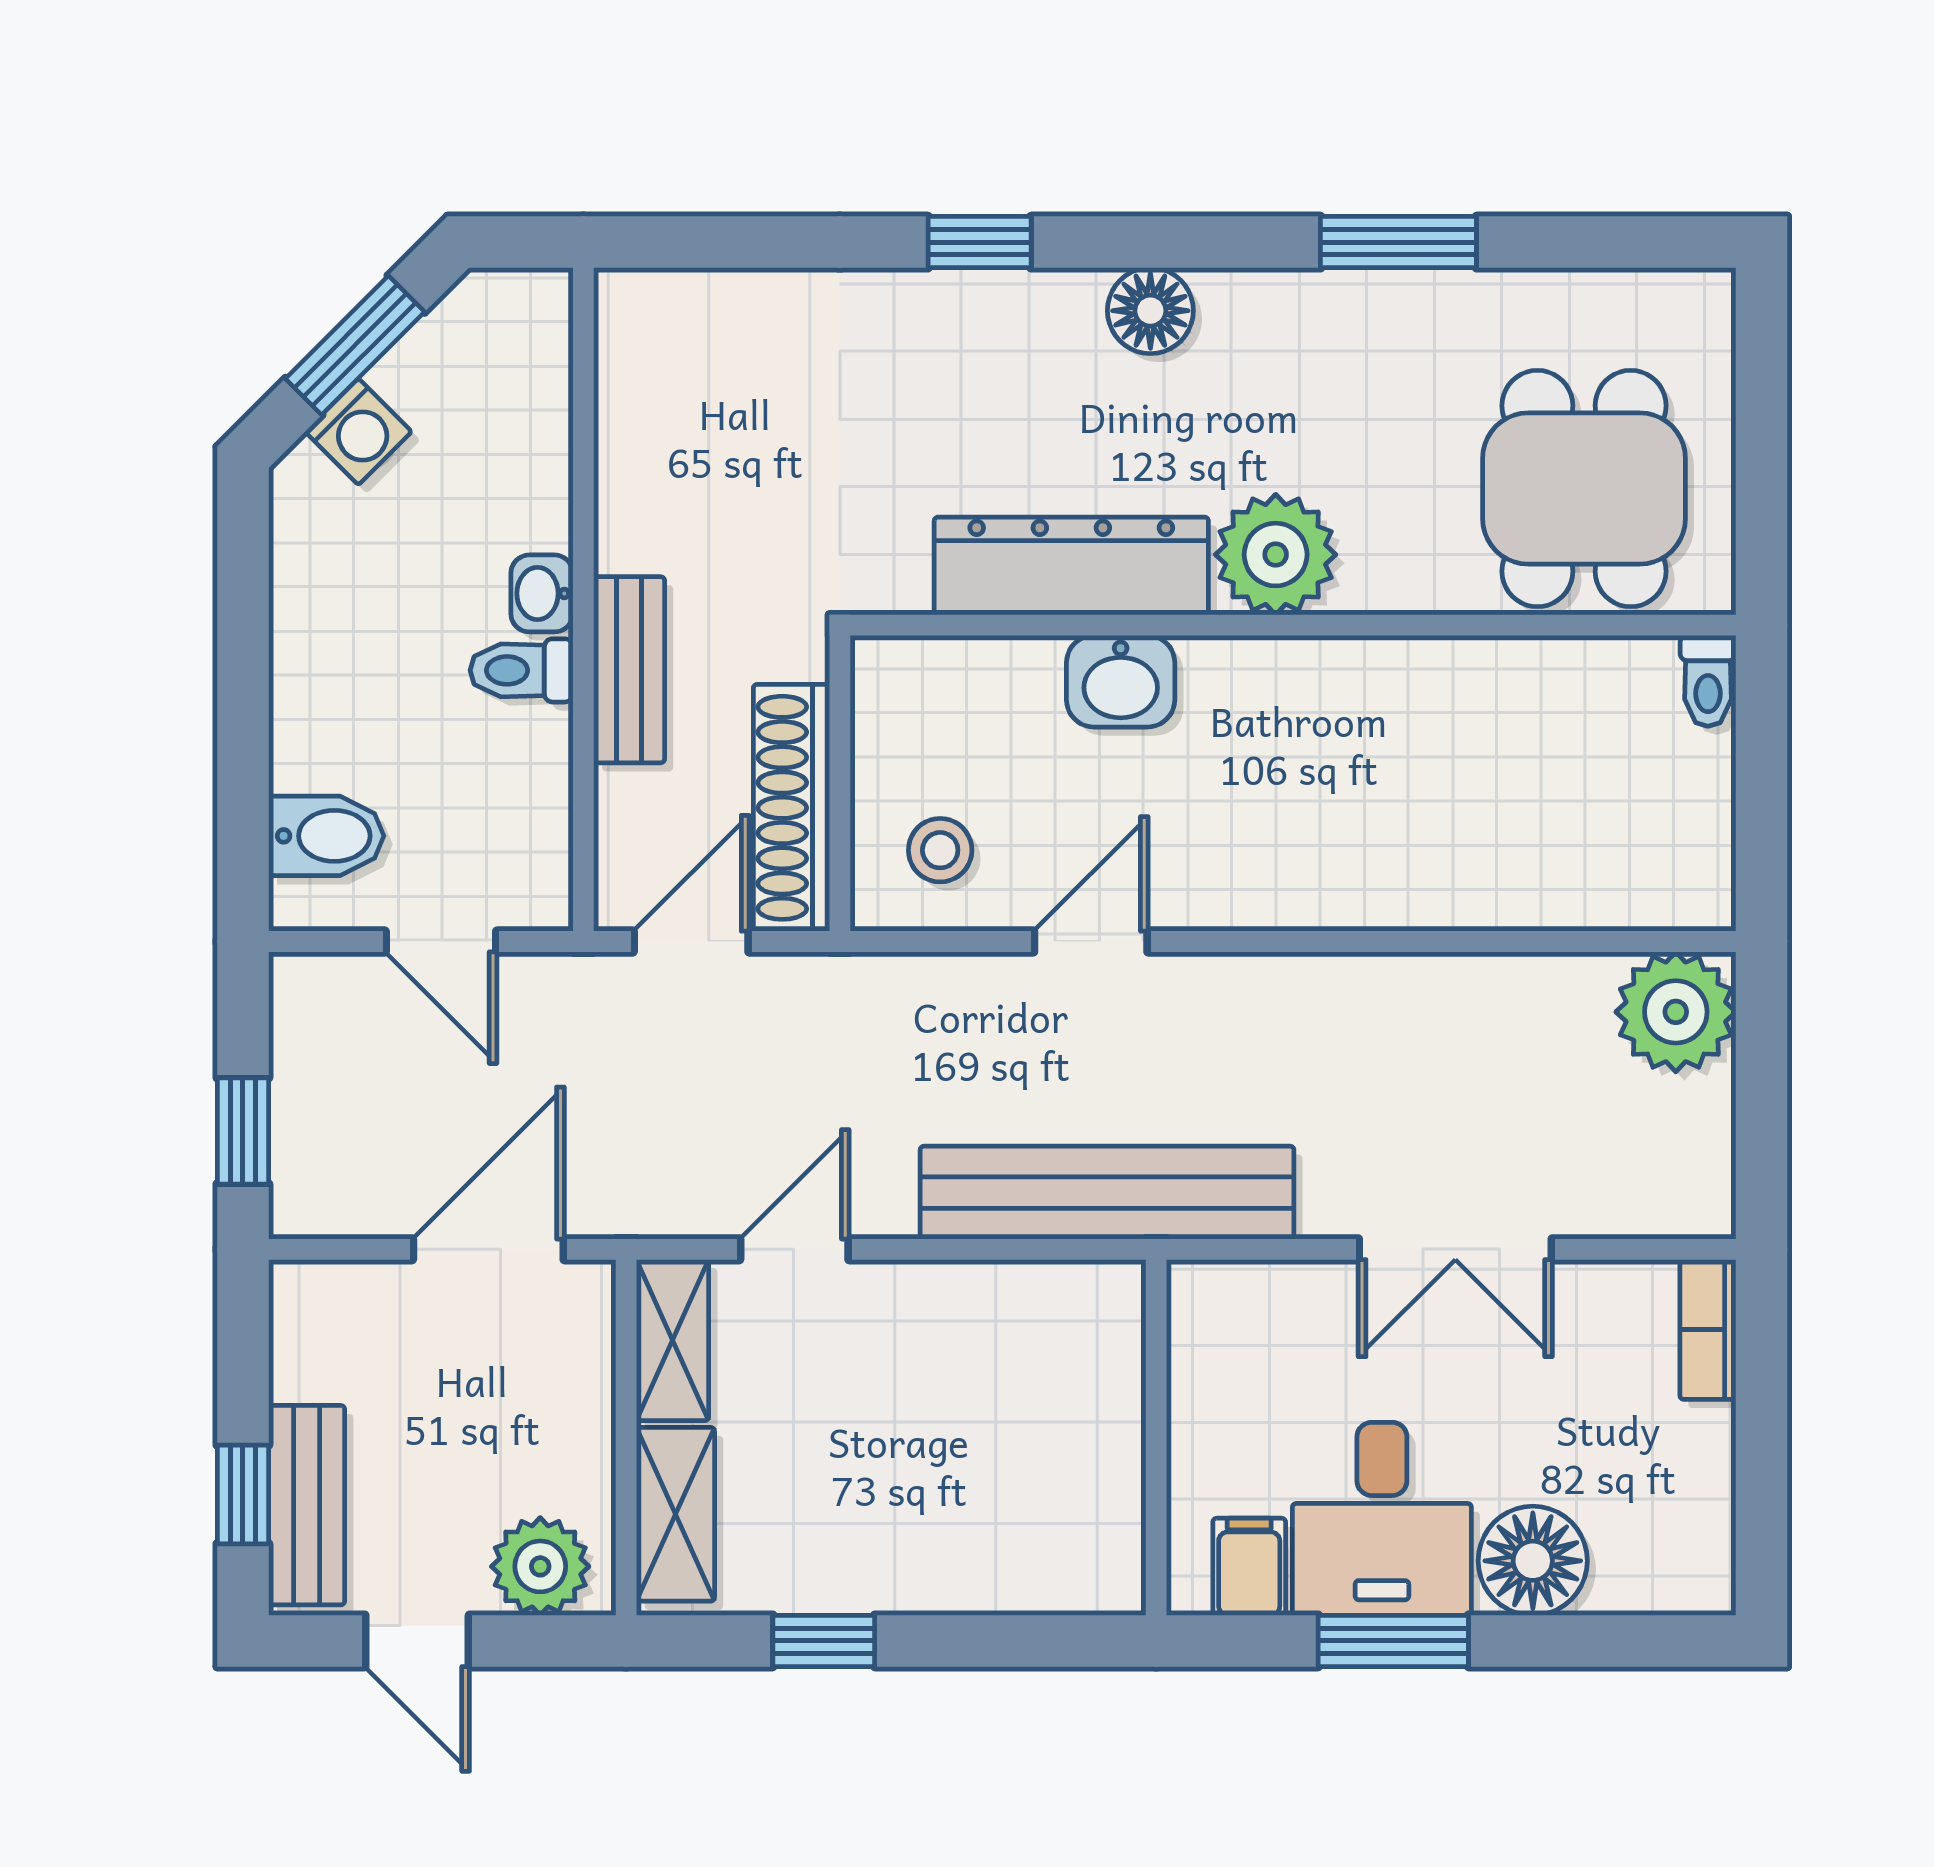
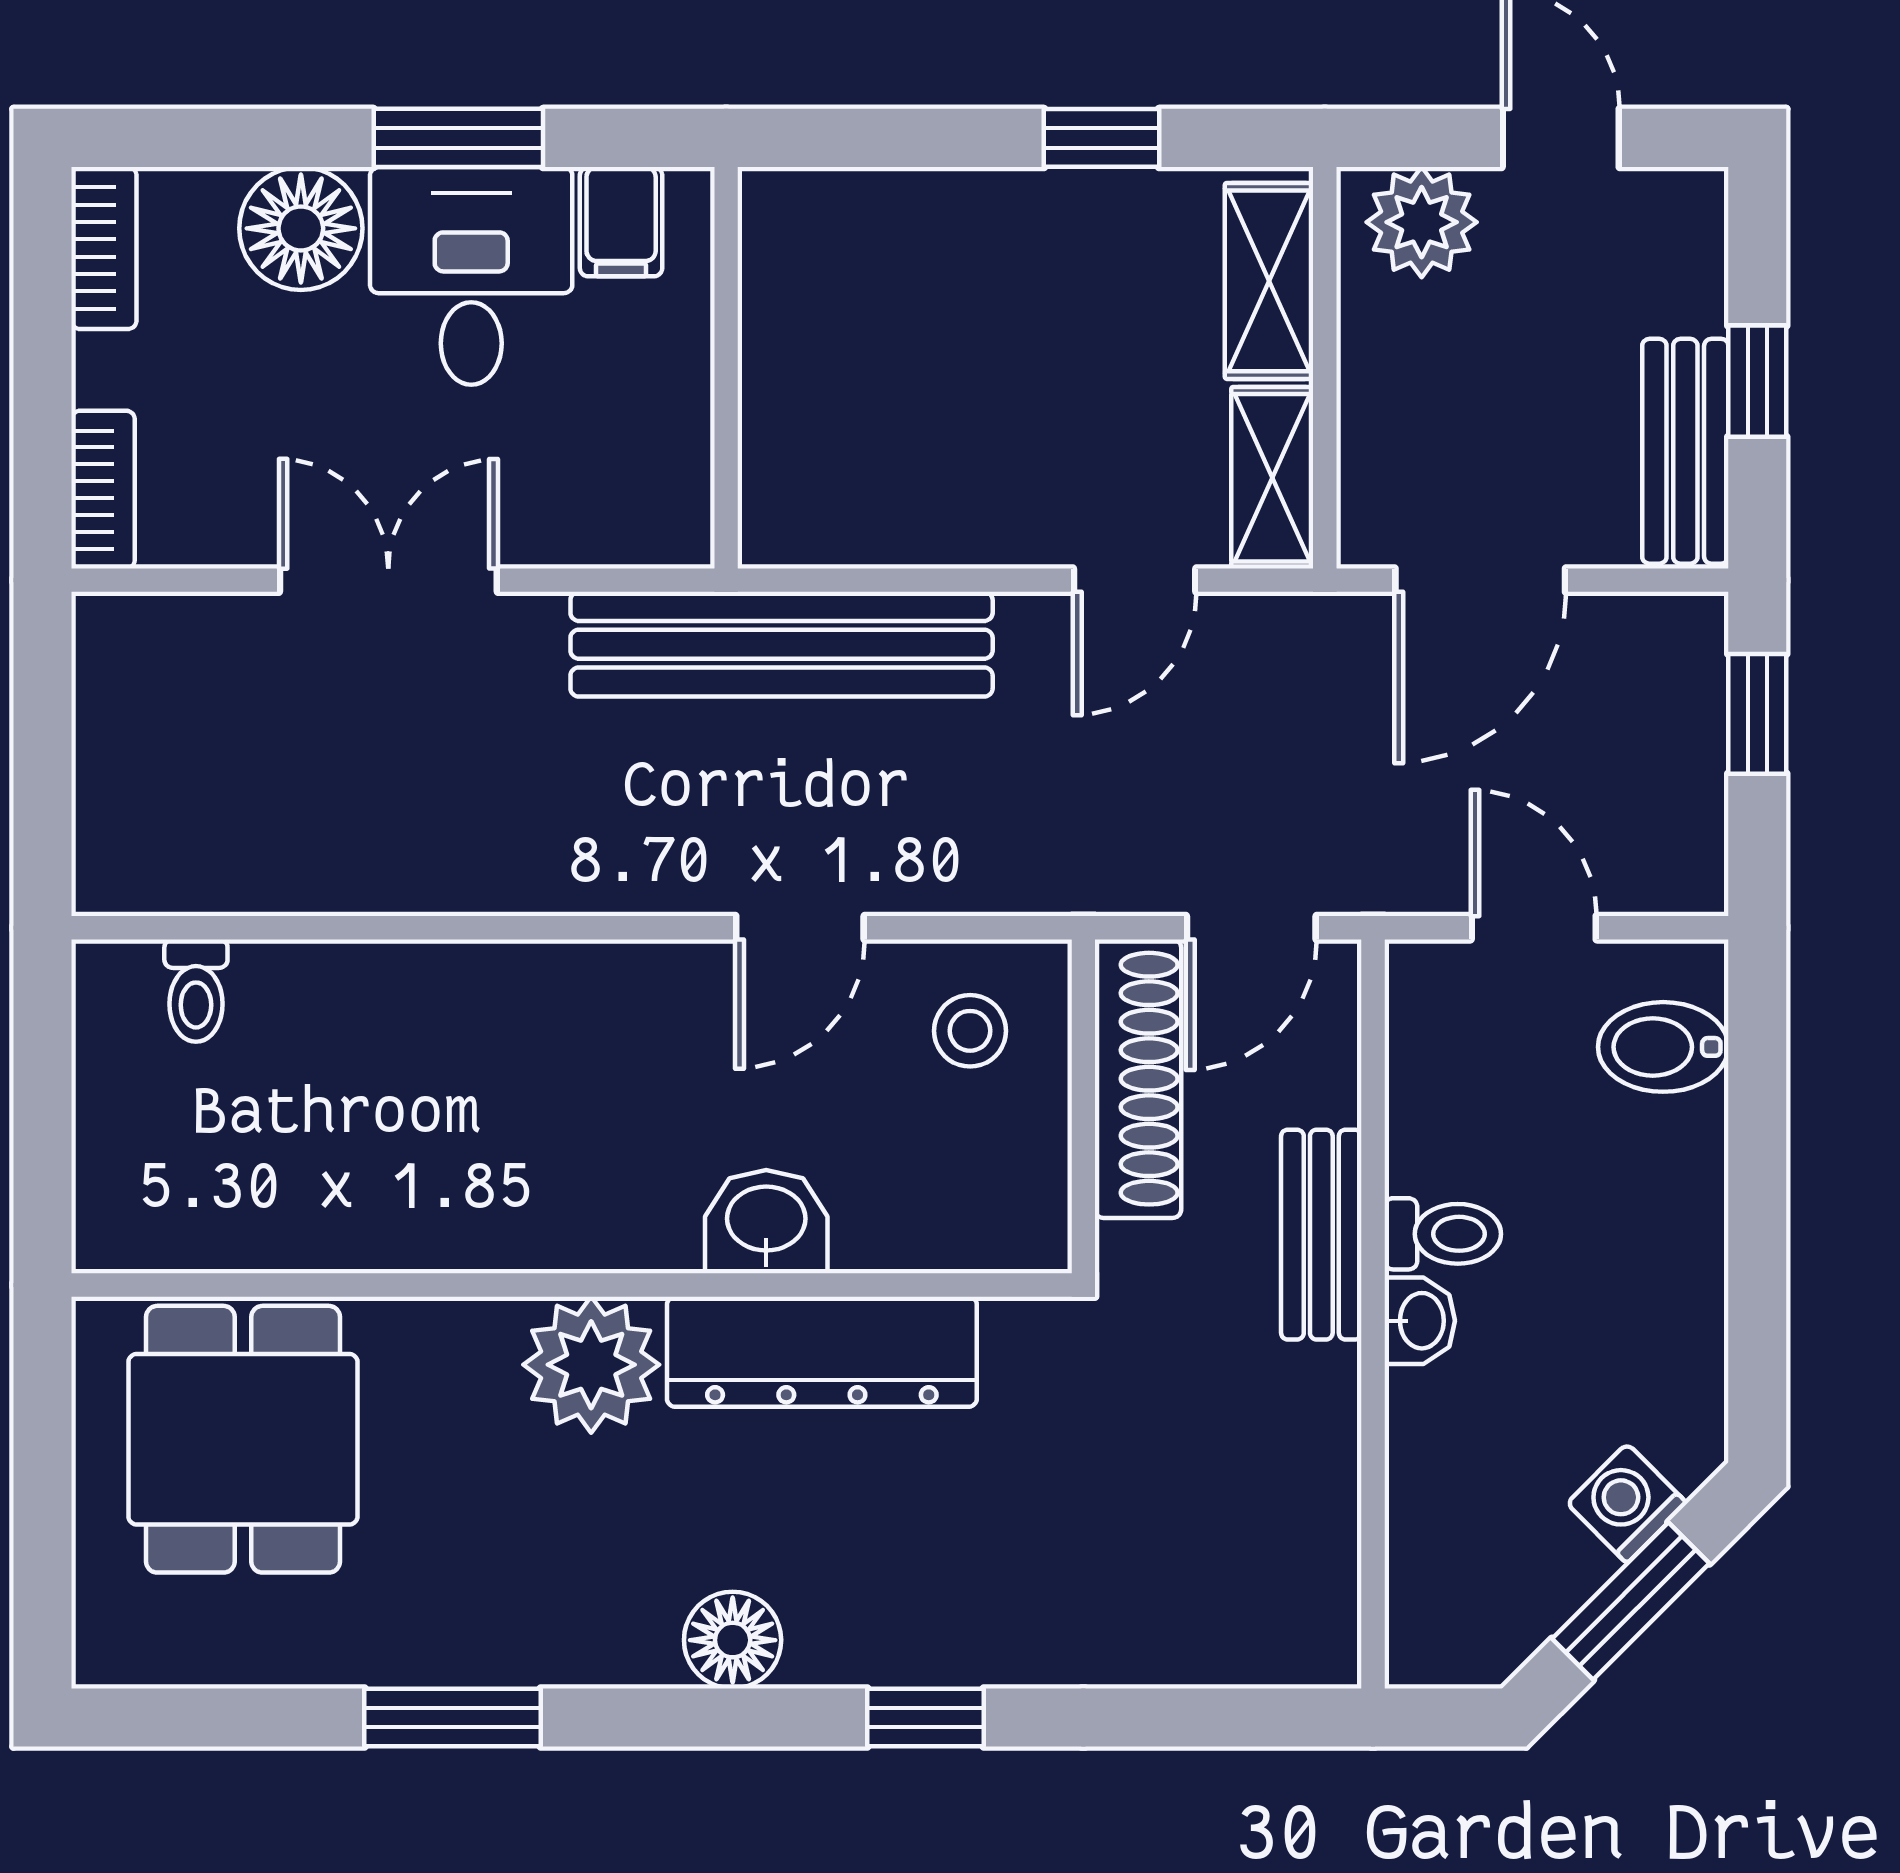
toilet: (1708, 681) -> (196, 991), moved, turned 180
plant: (1676, 1012) -> (139, 848), removed
window: (243, 1494) -> (1757, 381), moved
bench: (307, 1505) -> (1685, 451), moved
bookcase: (1707, 1543) -> (104, 248), added

